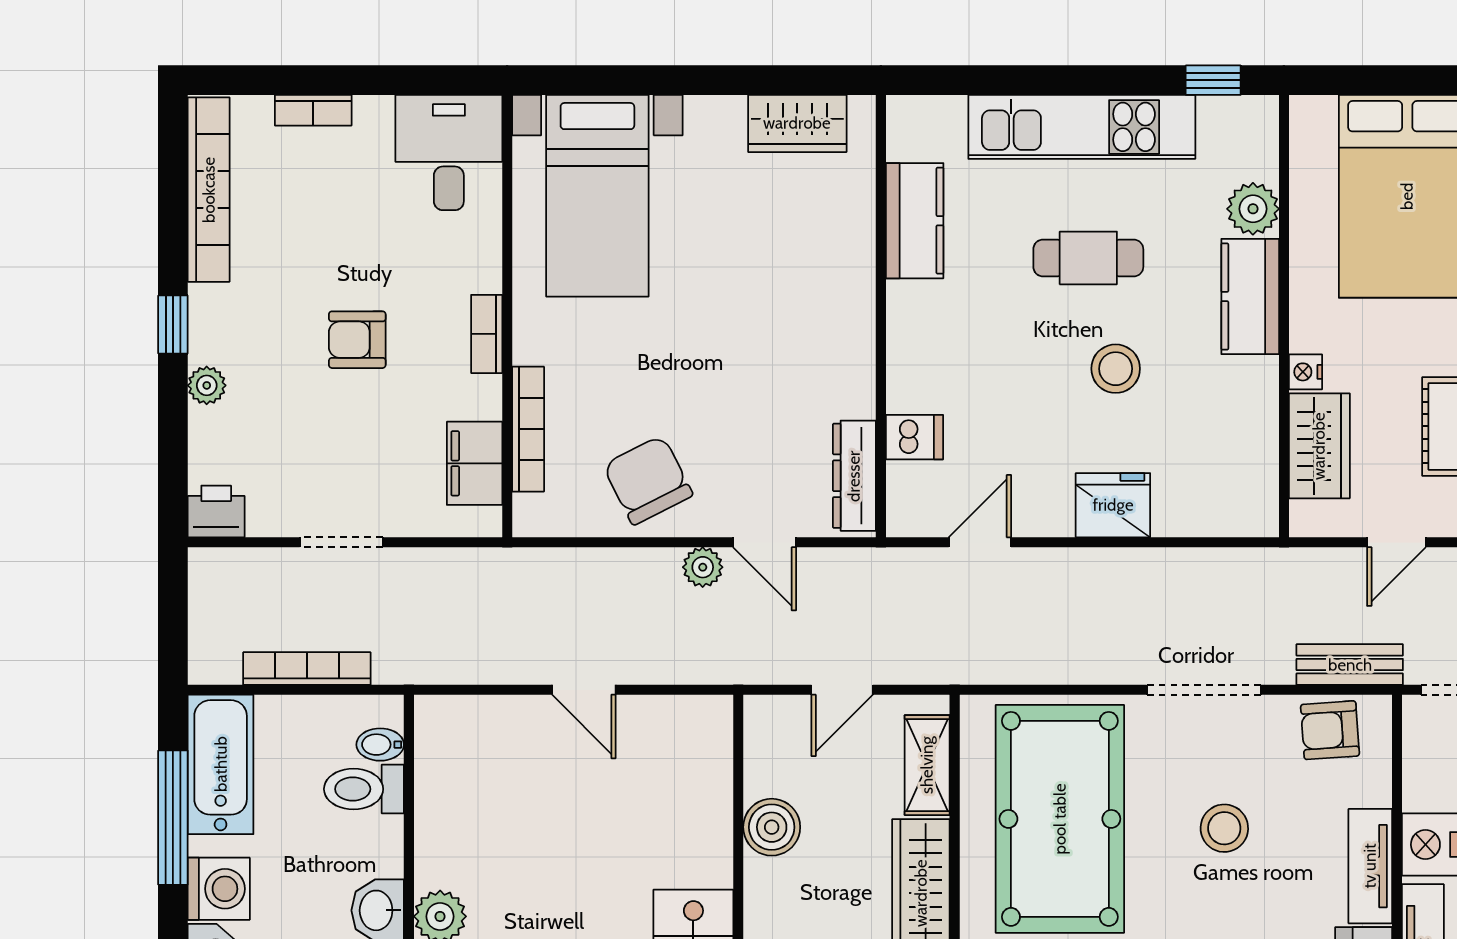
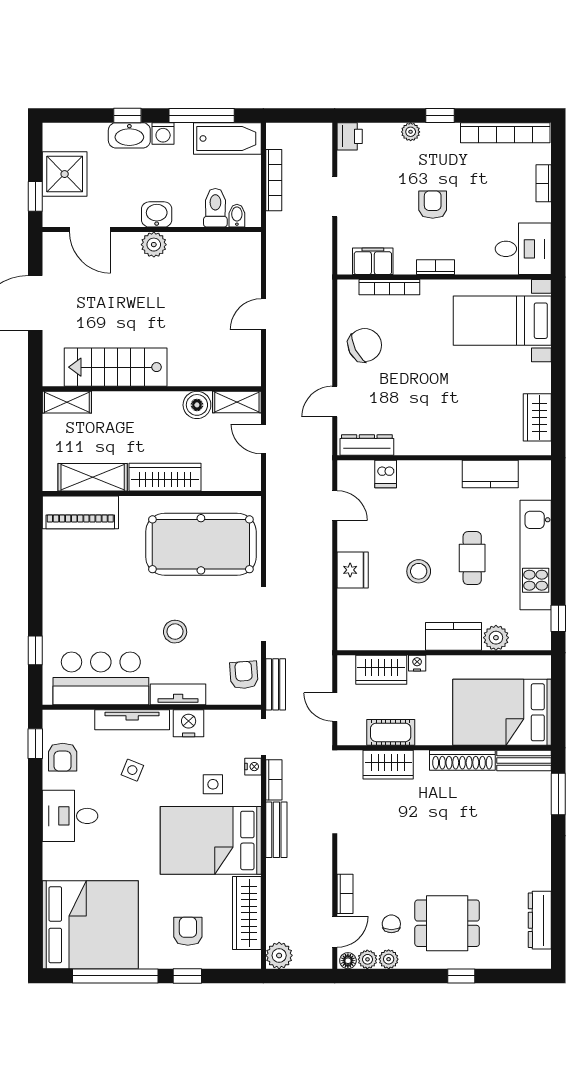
plant: (703, 567) -> (323, 372), removed
shelving: (927, 765) -> (237, 402), moved
stool: (1224, 828) -> (175, 632), moved
washing machine: (219, 889) -> (163, 133), width x0.73, depth x0.73

